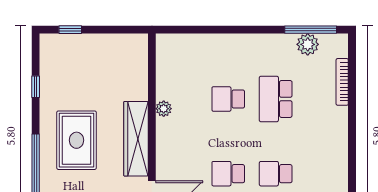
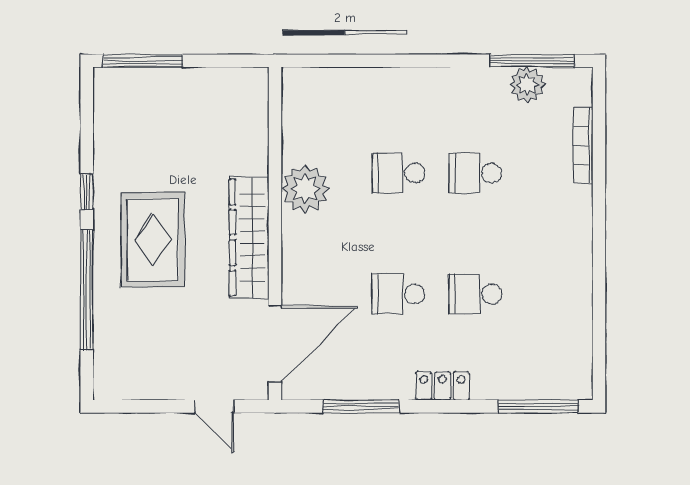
window: (70, 30) -> (143, 61), width x2.17
window: (36, 87) -> (87, 192), moved
school desk: (276, 99) -> (475, 173), width x0.54
plant: (164, 109) -> (305, 189), width x1.87, depth x1.87

